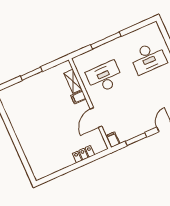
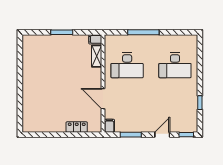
desk: (104, 77) -> (127, 65), turned 180
filing cabinet: (78, 97) -> (95, 39), moved
door: (96, 118) -> (103, 99), hinge flipped

